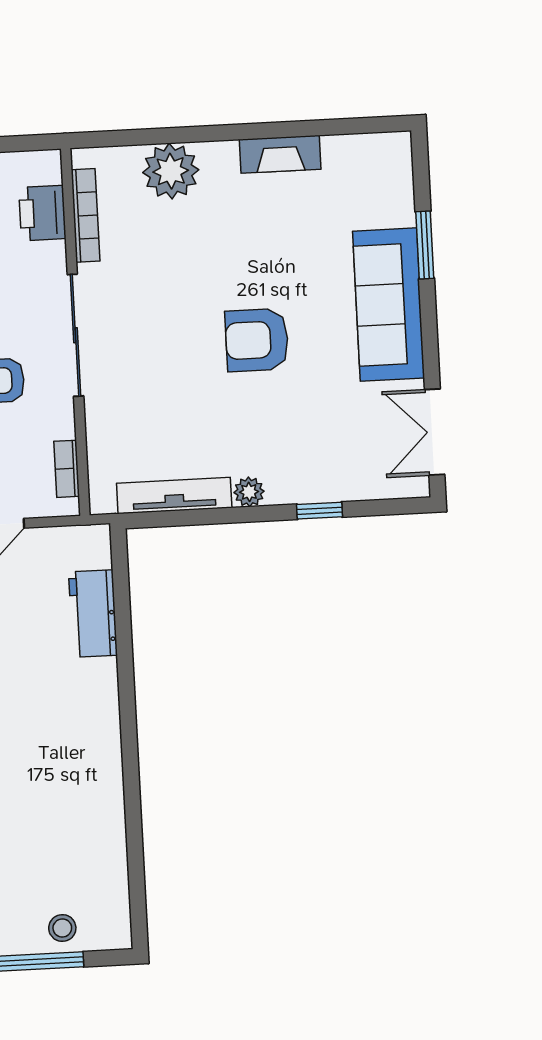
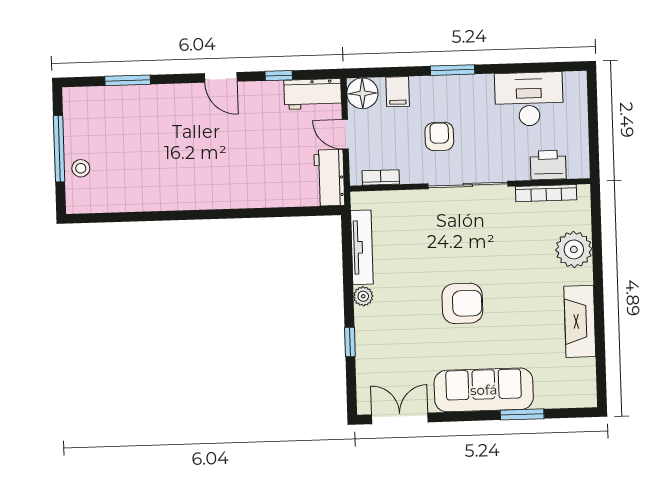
fireplace: (280, 154) -> (580, 321), width x1.37, depth x1.32
armchair: (257, 340) -> (462, 303), turned 90
workbench: (93, 614) -> (329, 178), moved, turned -90

